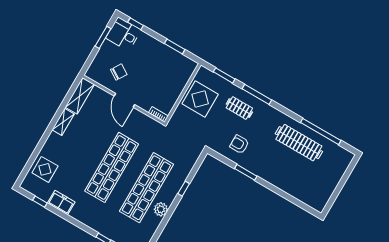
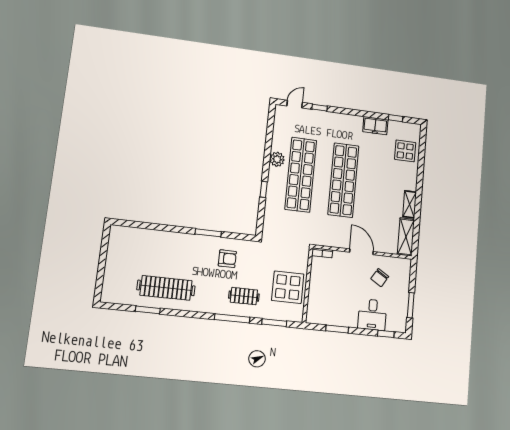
desk: (123, 34) -> (372, 315), moved, turned 90
window: (321, 132) -> (148, 310), width x0.47

